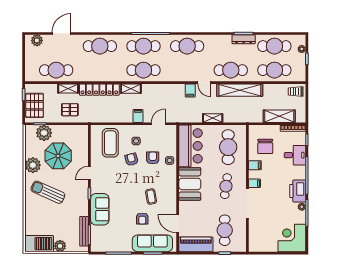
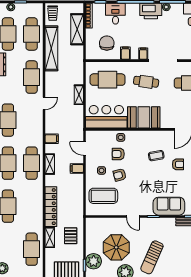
shelving: (131, 89) -> (50, 164), moved
shelving: (240, 90) -> (51, 48), moved
filing cabinet: (190, 91) -> (52, 139), moved
chair: (265, 146) -> (107, 43), turned -90

